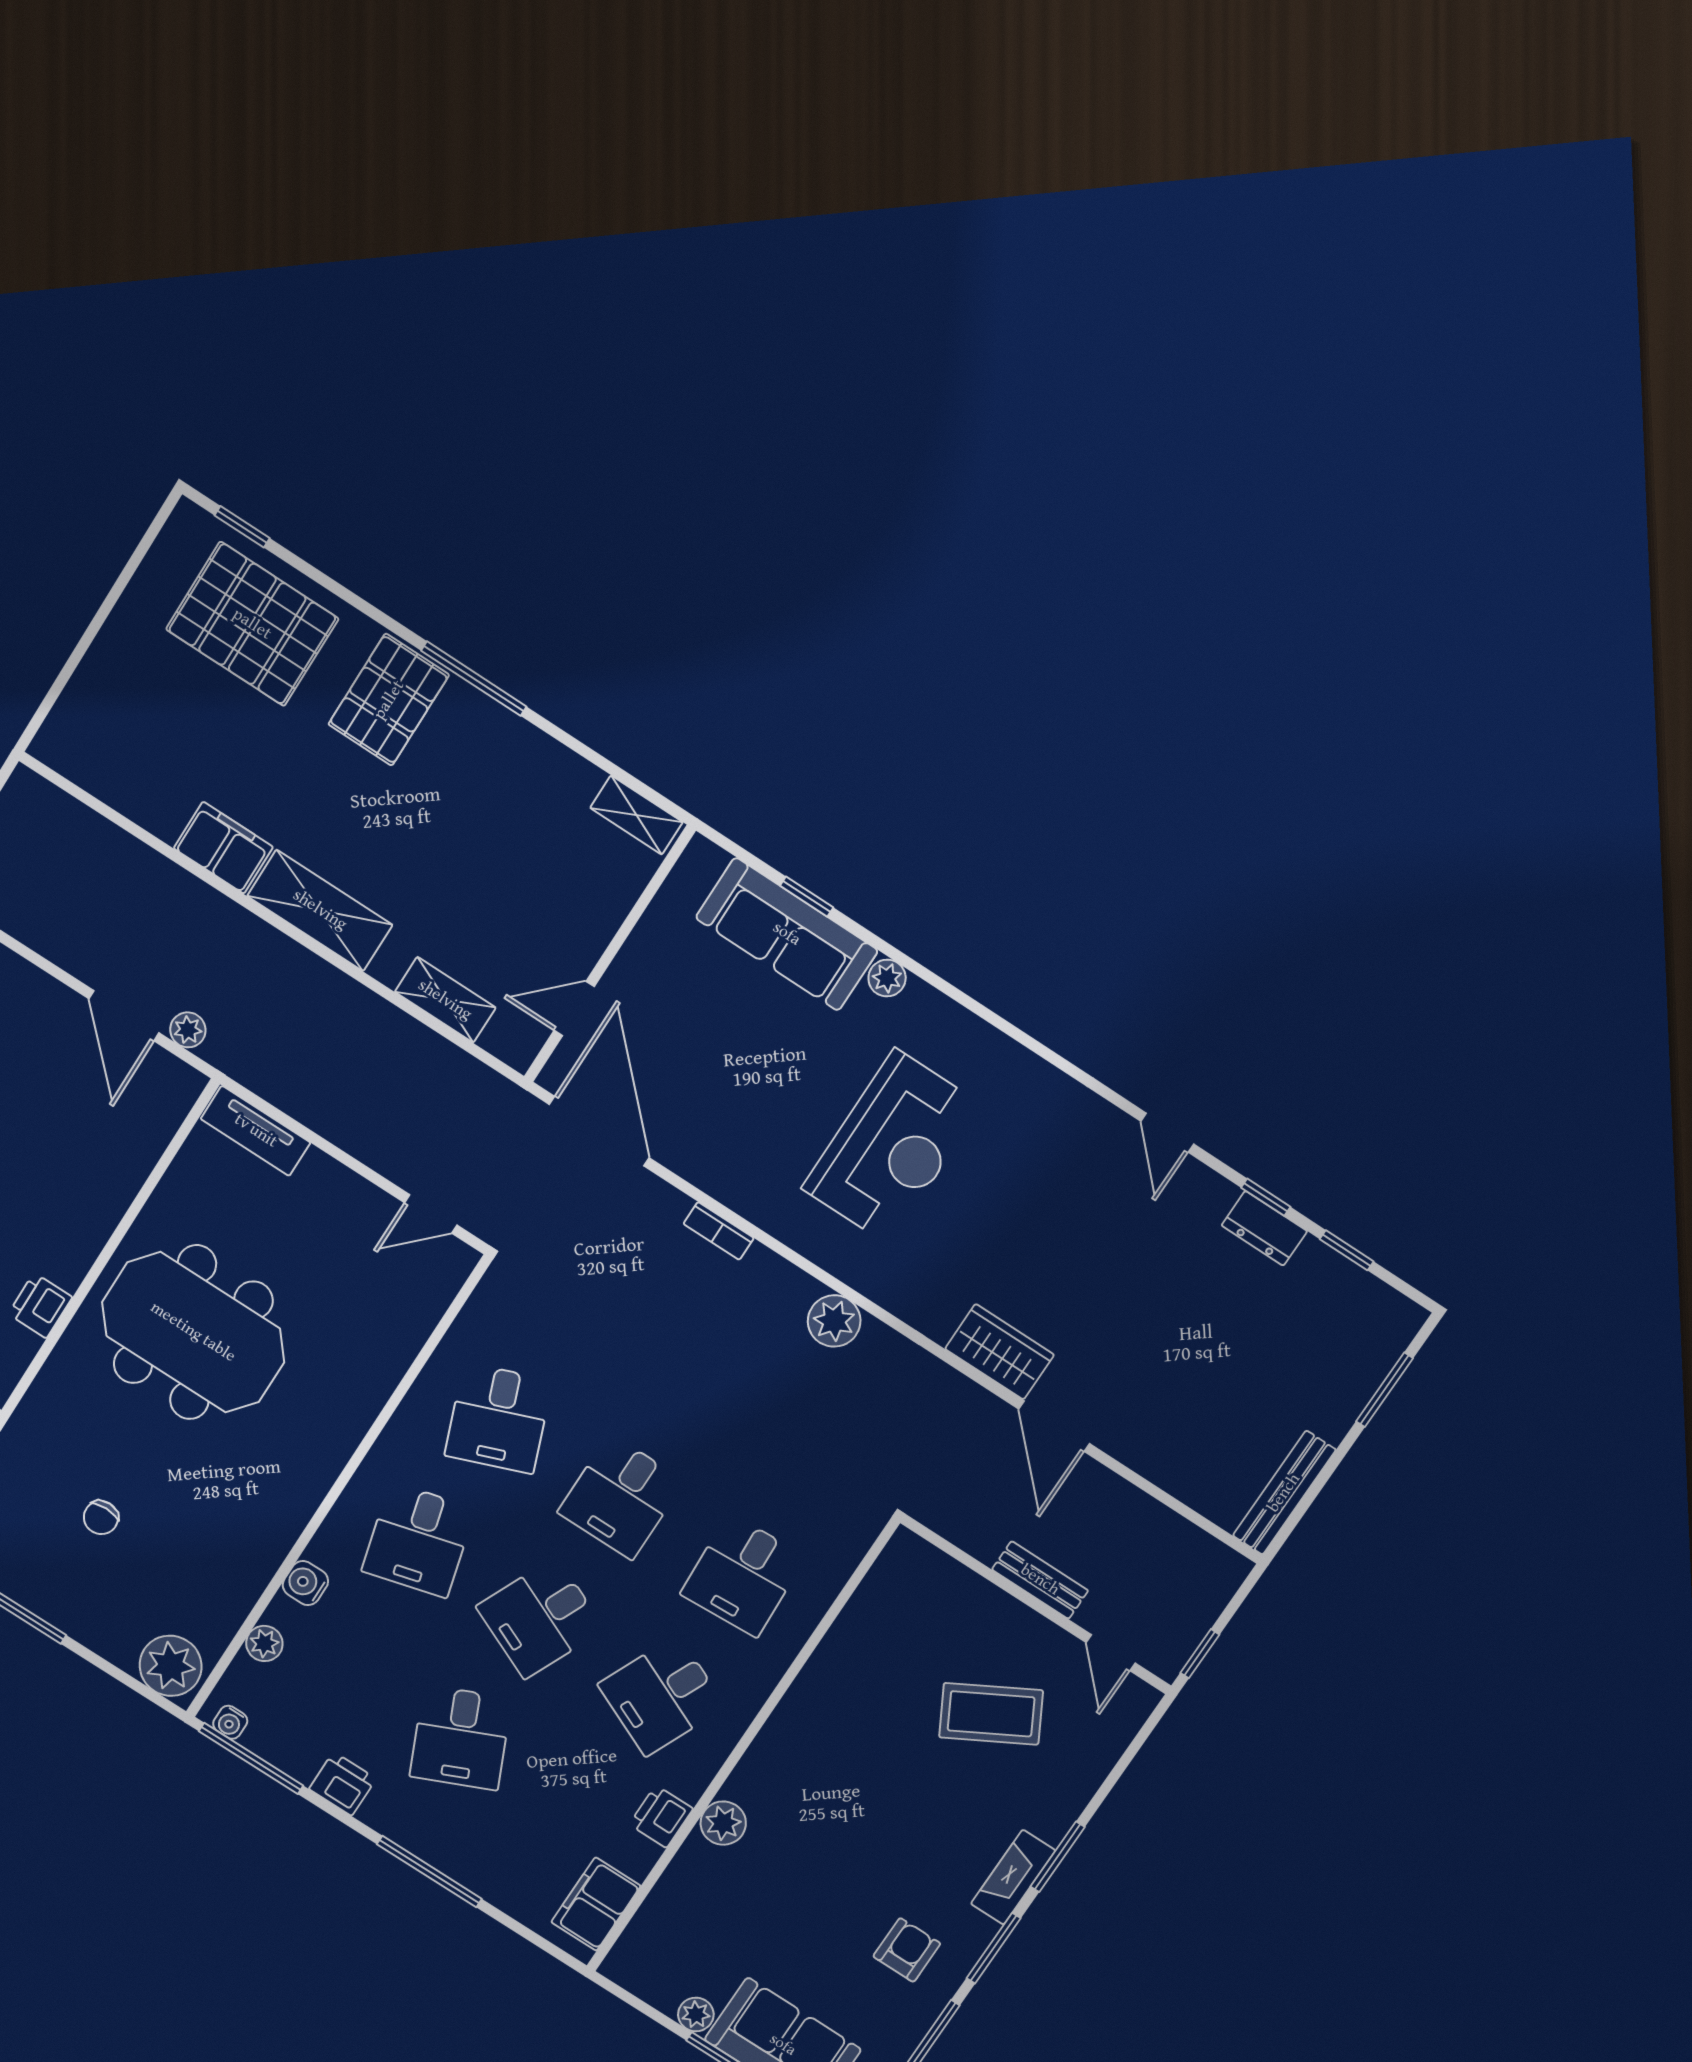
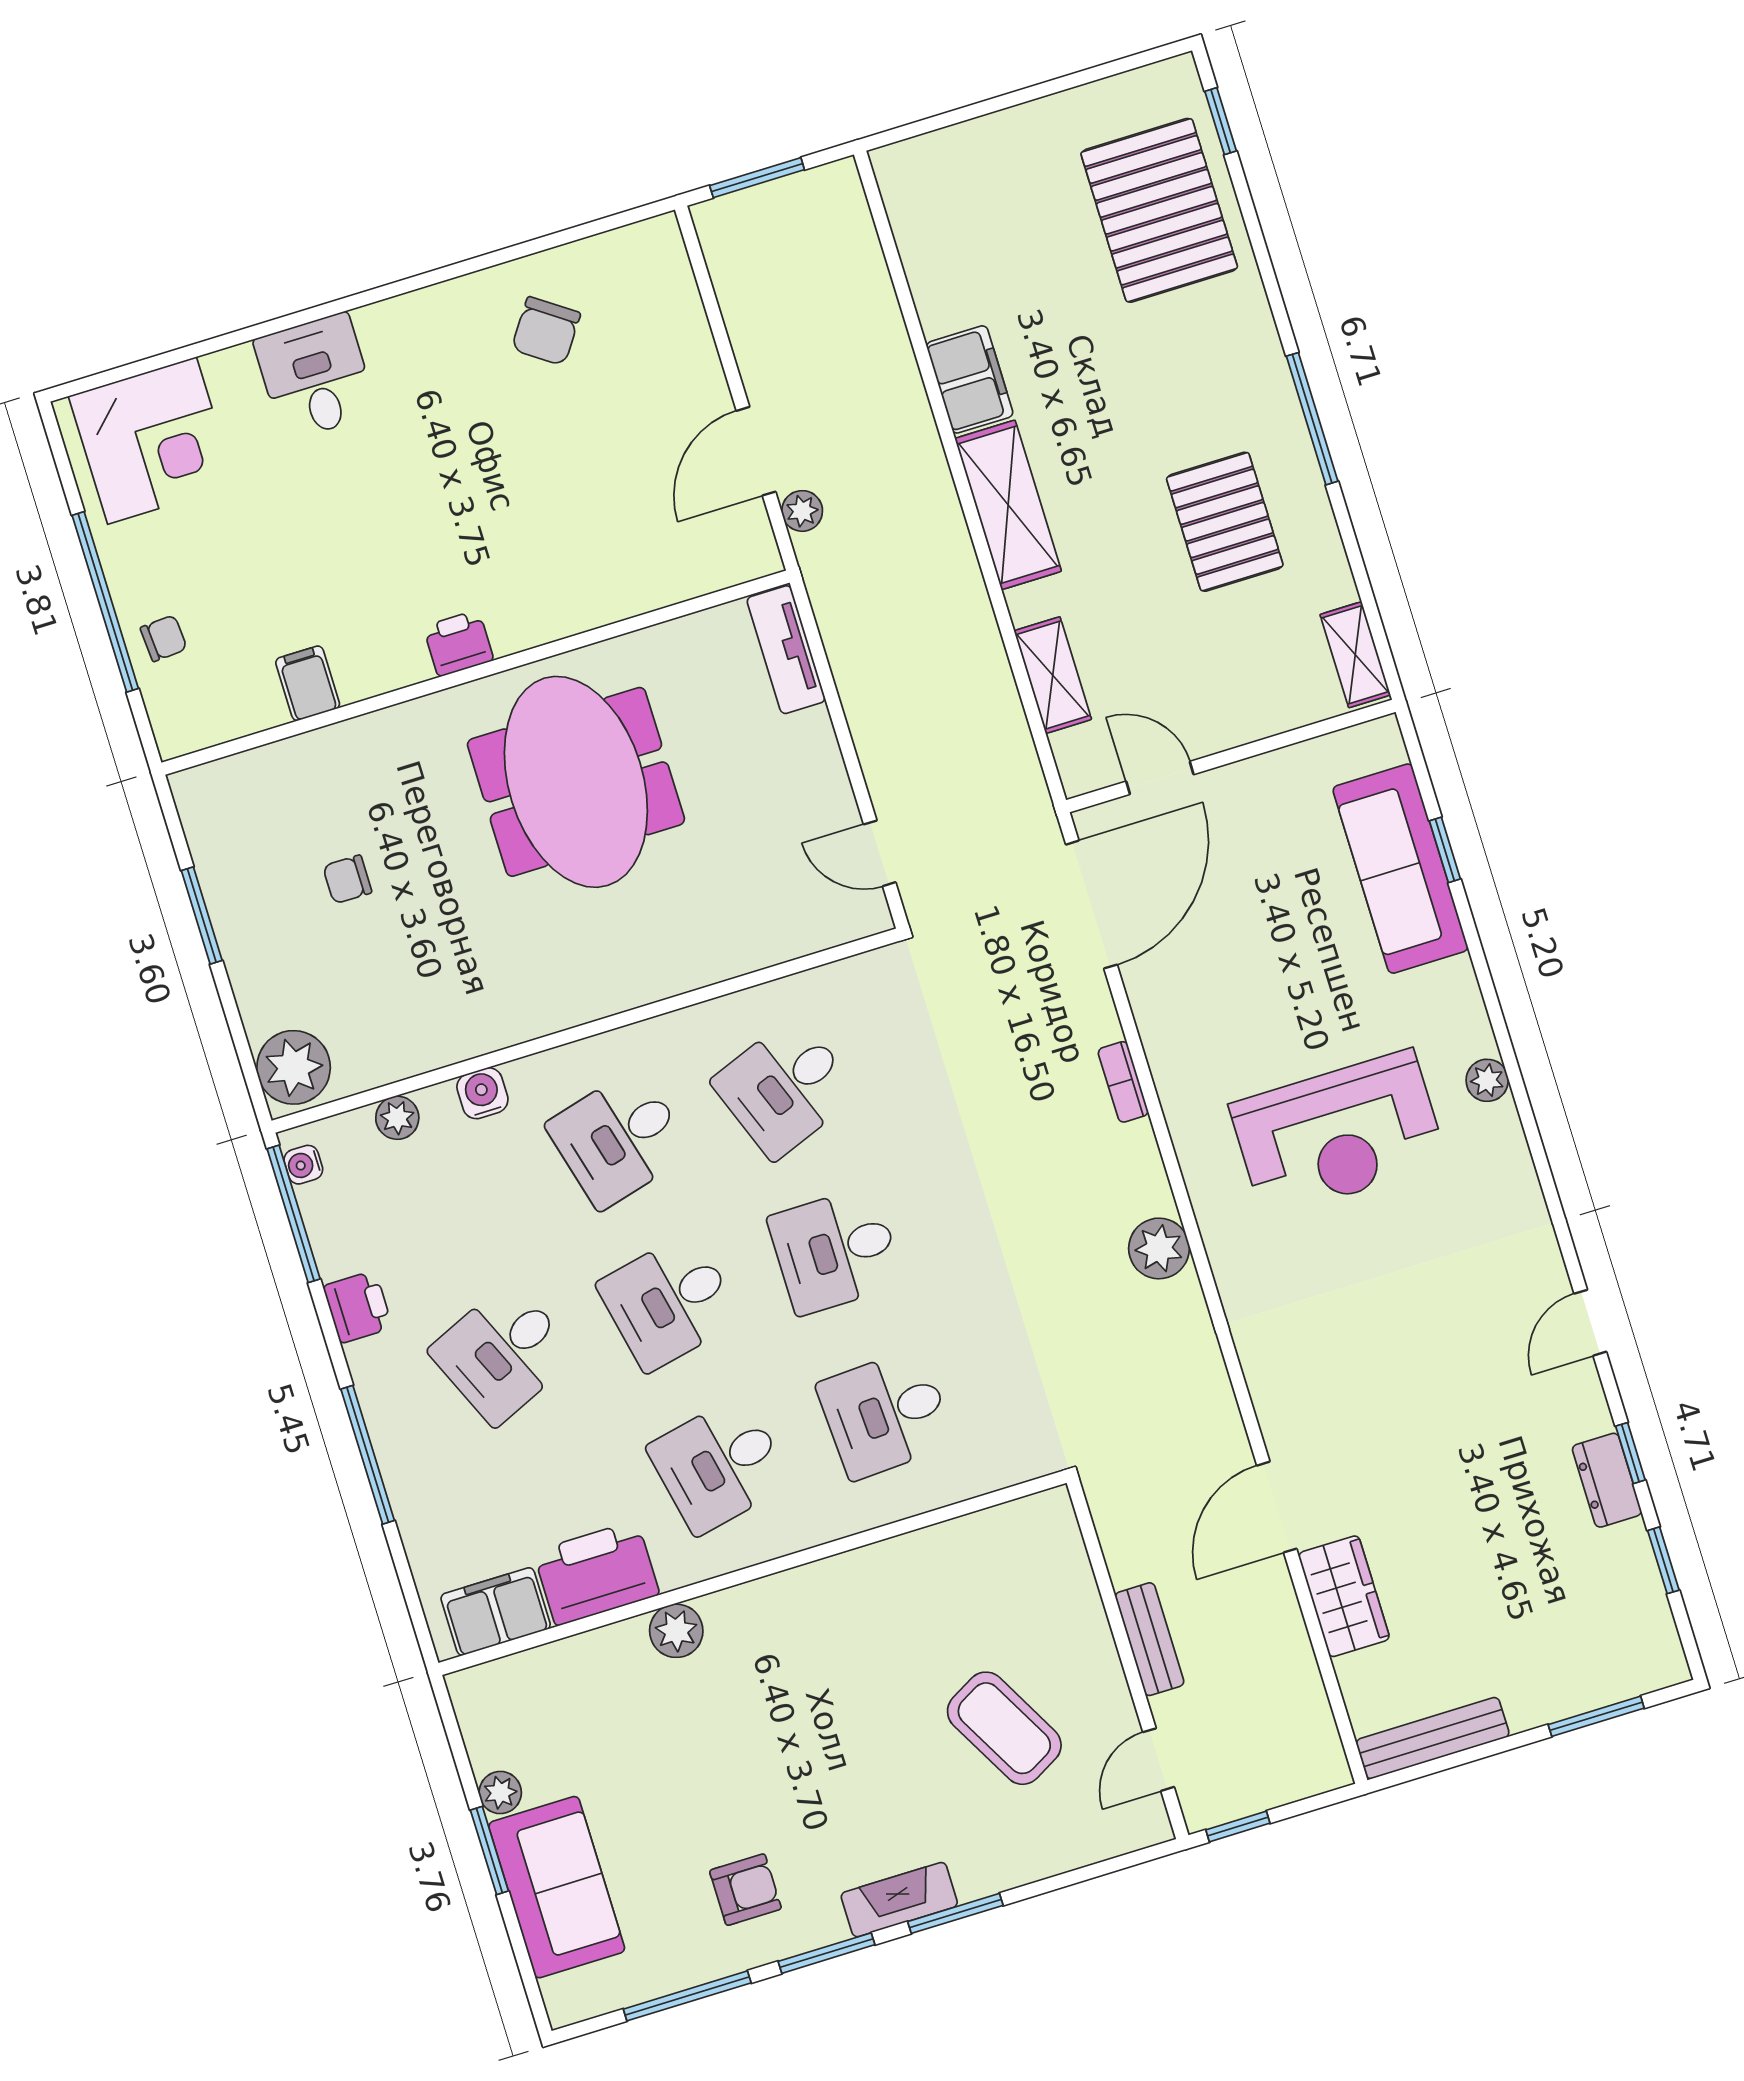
pallet: (389, 700) -> (1225, 522), moved, turned 90
plant: (887, 978) -> (1487, 1080), moved
wardrobe: (1000, 1352) -> (1344, 1596), moved
desk: (540, 1618) -> (669, 1302), turned -36
desk: (662, 1696) -> (719, 1465), turned -36
printer: (661, 1816) -> (596, 1573), width x1.87, depth x1.48

